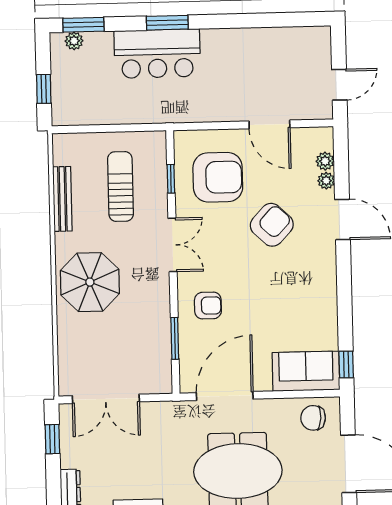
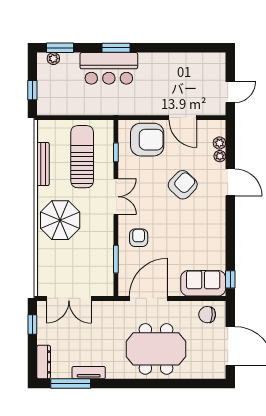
armchair: (218, 177) -> (147, 140), moved
sun lounger: (121, 186) -> (82, 157), width x1.36, depth x1.34
armchair: (208, 306) -> (139, 238), turned -90

